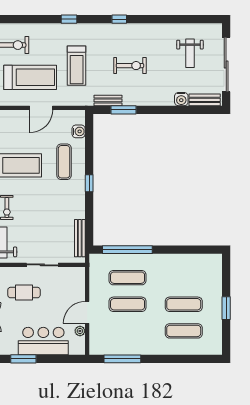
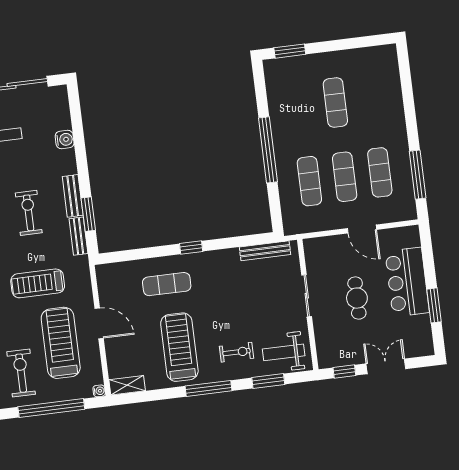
treadmill: (77, 66) -> (38, 283), turned 180
bench: (205, 100) -> (73, 196), moved
water cooler: (79, 131) -> (124, 270), removed
window: (127, 250) -> (268, 150), moved
cafe table: (24, 293) -> (357, 298), moved
window: (226, 308) -> (290, 51), moved
plant: (80, 331) -> (388, 235), removed
exercise mat: (184, 331) -> (380, 172), moved

